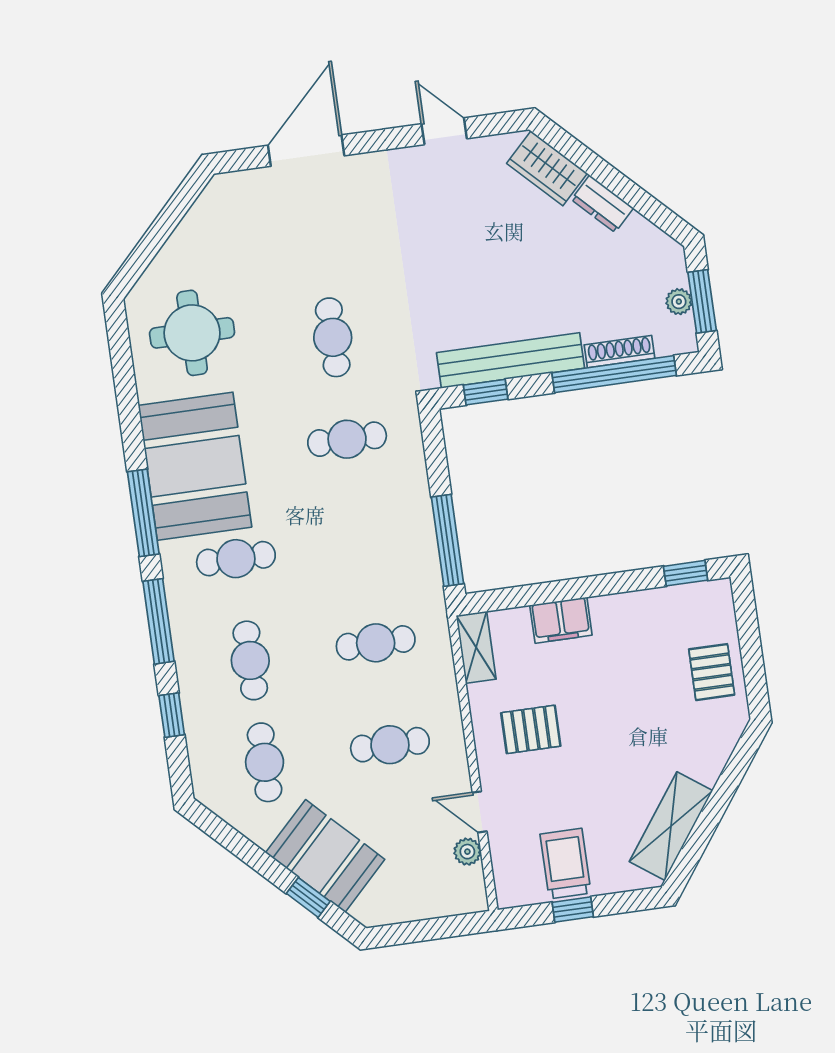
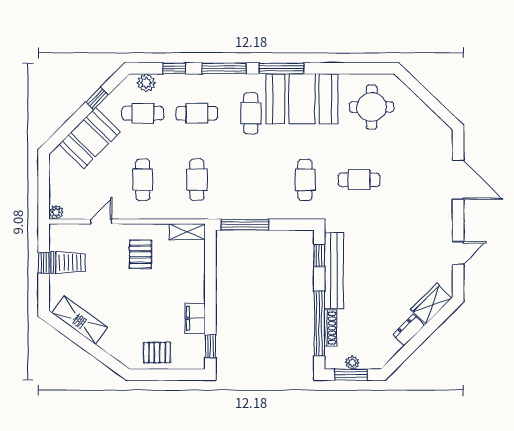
filing cabinet: (561, 620) -> (195, 318), moved
plant: (206, 764) -> (146, 83), added
plant: (467, 852) -> (56, 212), moved
window: (308, 897) -> (97, 98), moved

